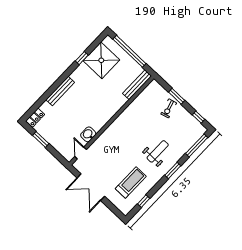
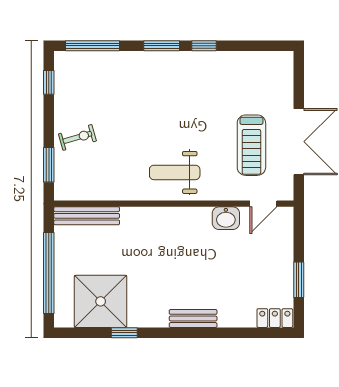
bench: (60, 91) -> (193, 318), width x0.73
window: (177, 96) -> (49, 165), moved
weight bench: (158, 151) -> (175, 172), moved
treadmill: (131, 183) -> (251, 145), moved, turned -90
window: (144, 201) -> (204, 46), moved

